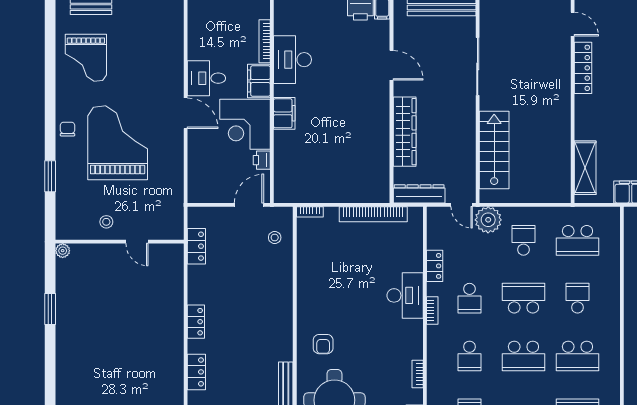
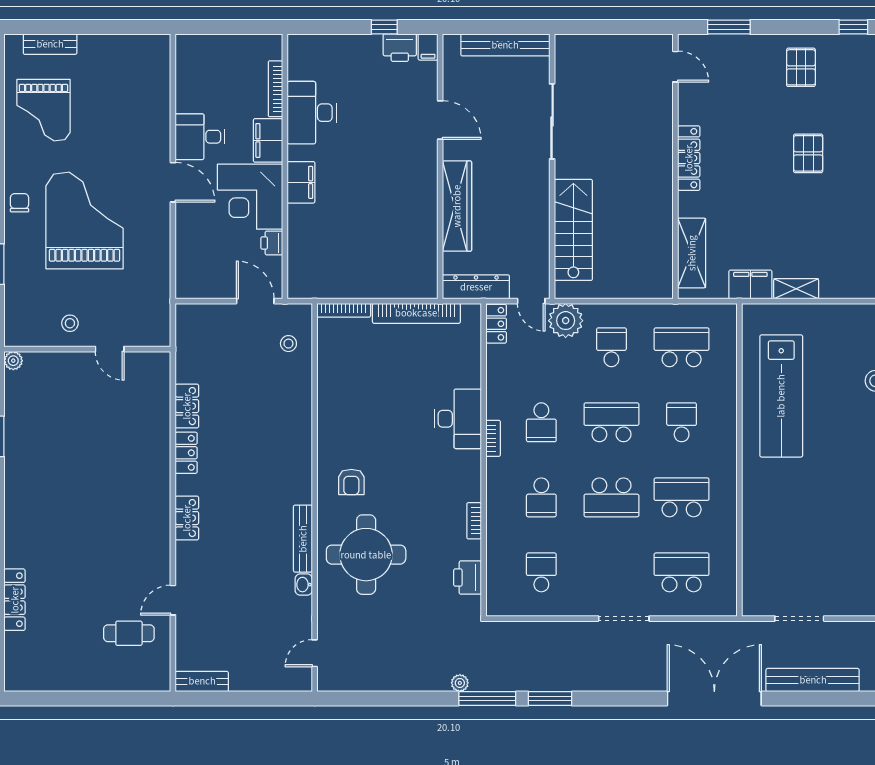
locker: (583, 68) -> (689, 158), moved
door: (249, 205) -> (255, 301), hinge flipped
bookcase: (310, 212) -> (344, 310), width x1.56
school desk: (577, 240) -> (682, 347), turned 180
locker: (196, 246) -> (187, 406), moved
locker: (435, 266) -> (496, 324), moved
school desk: (577, 356) -> (682, 497), turned 180

